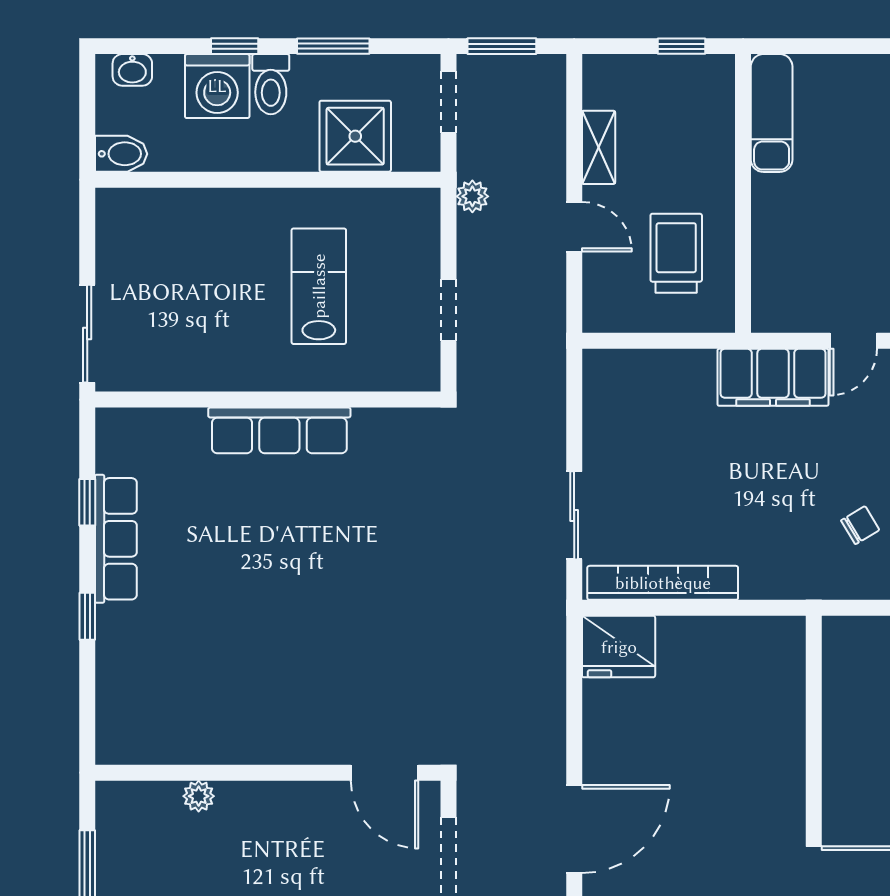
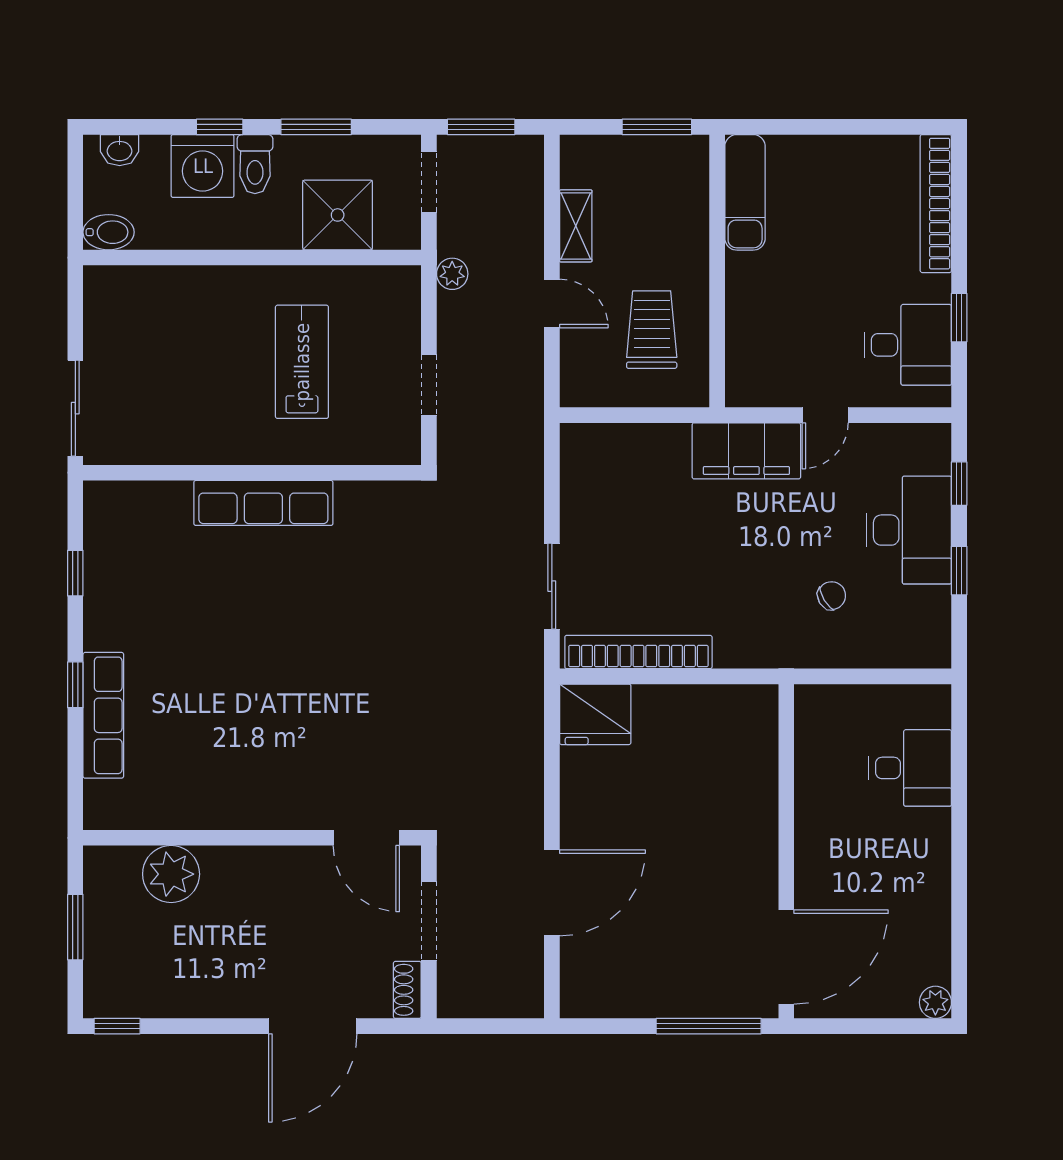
window: (682, 46) -> (657, 127), width x1.50
row of seats: (116, 539) -> (103, 715), moved
plant: (199, 796) -> (171, 874), width x1.88, depth x1.88

